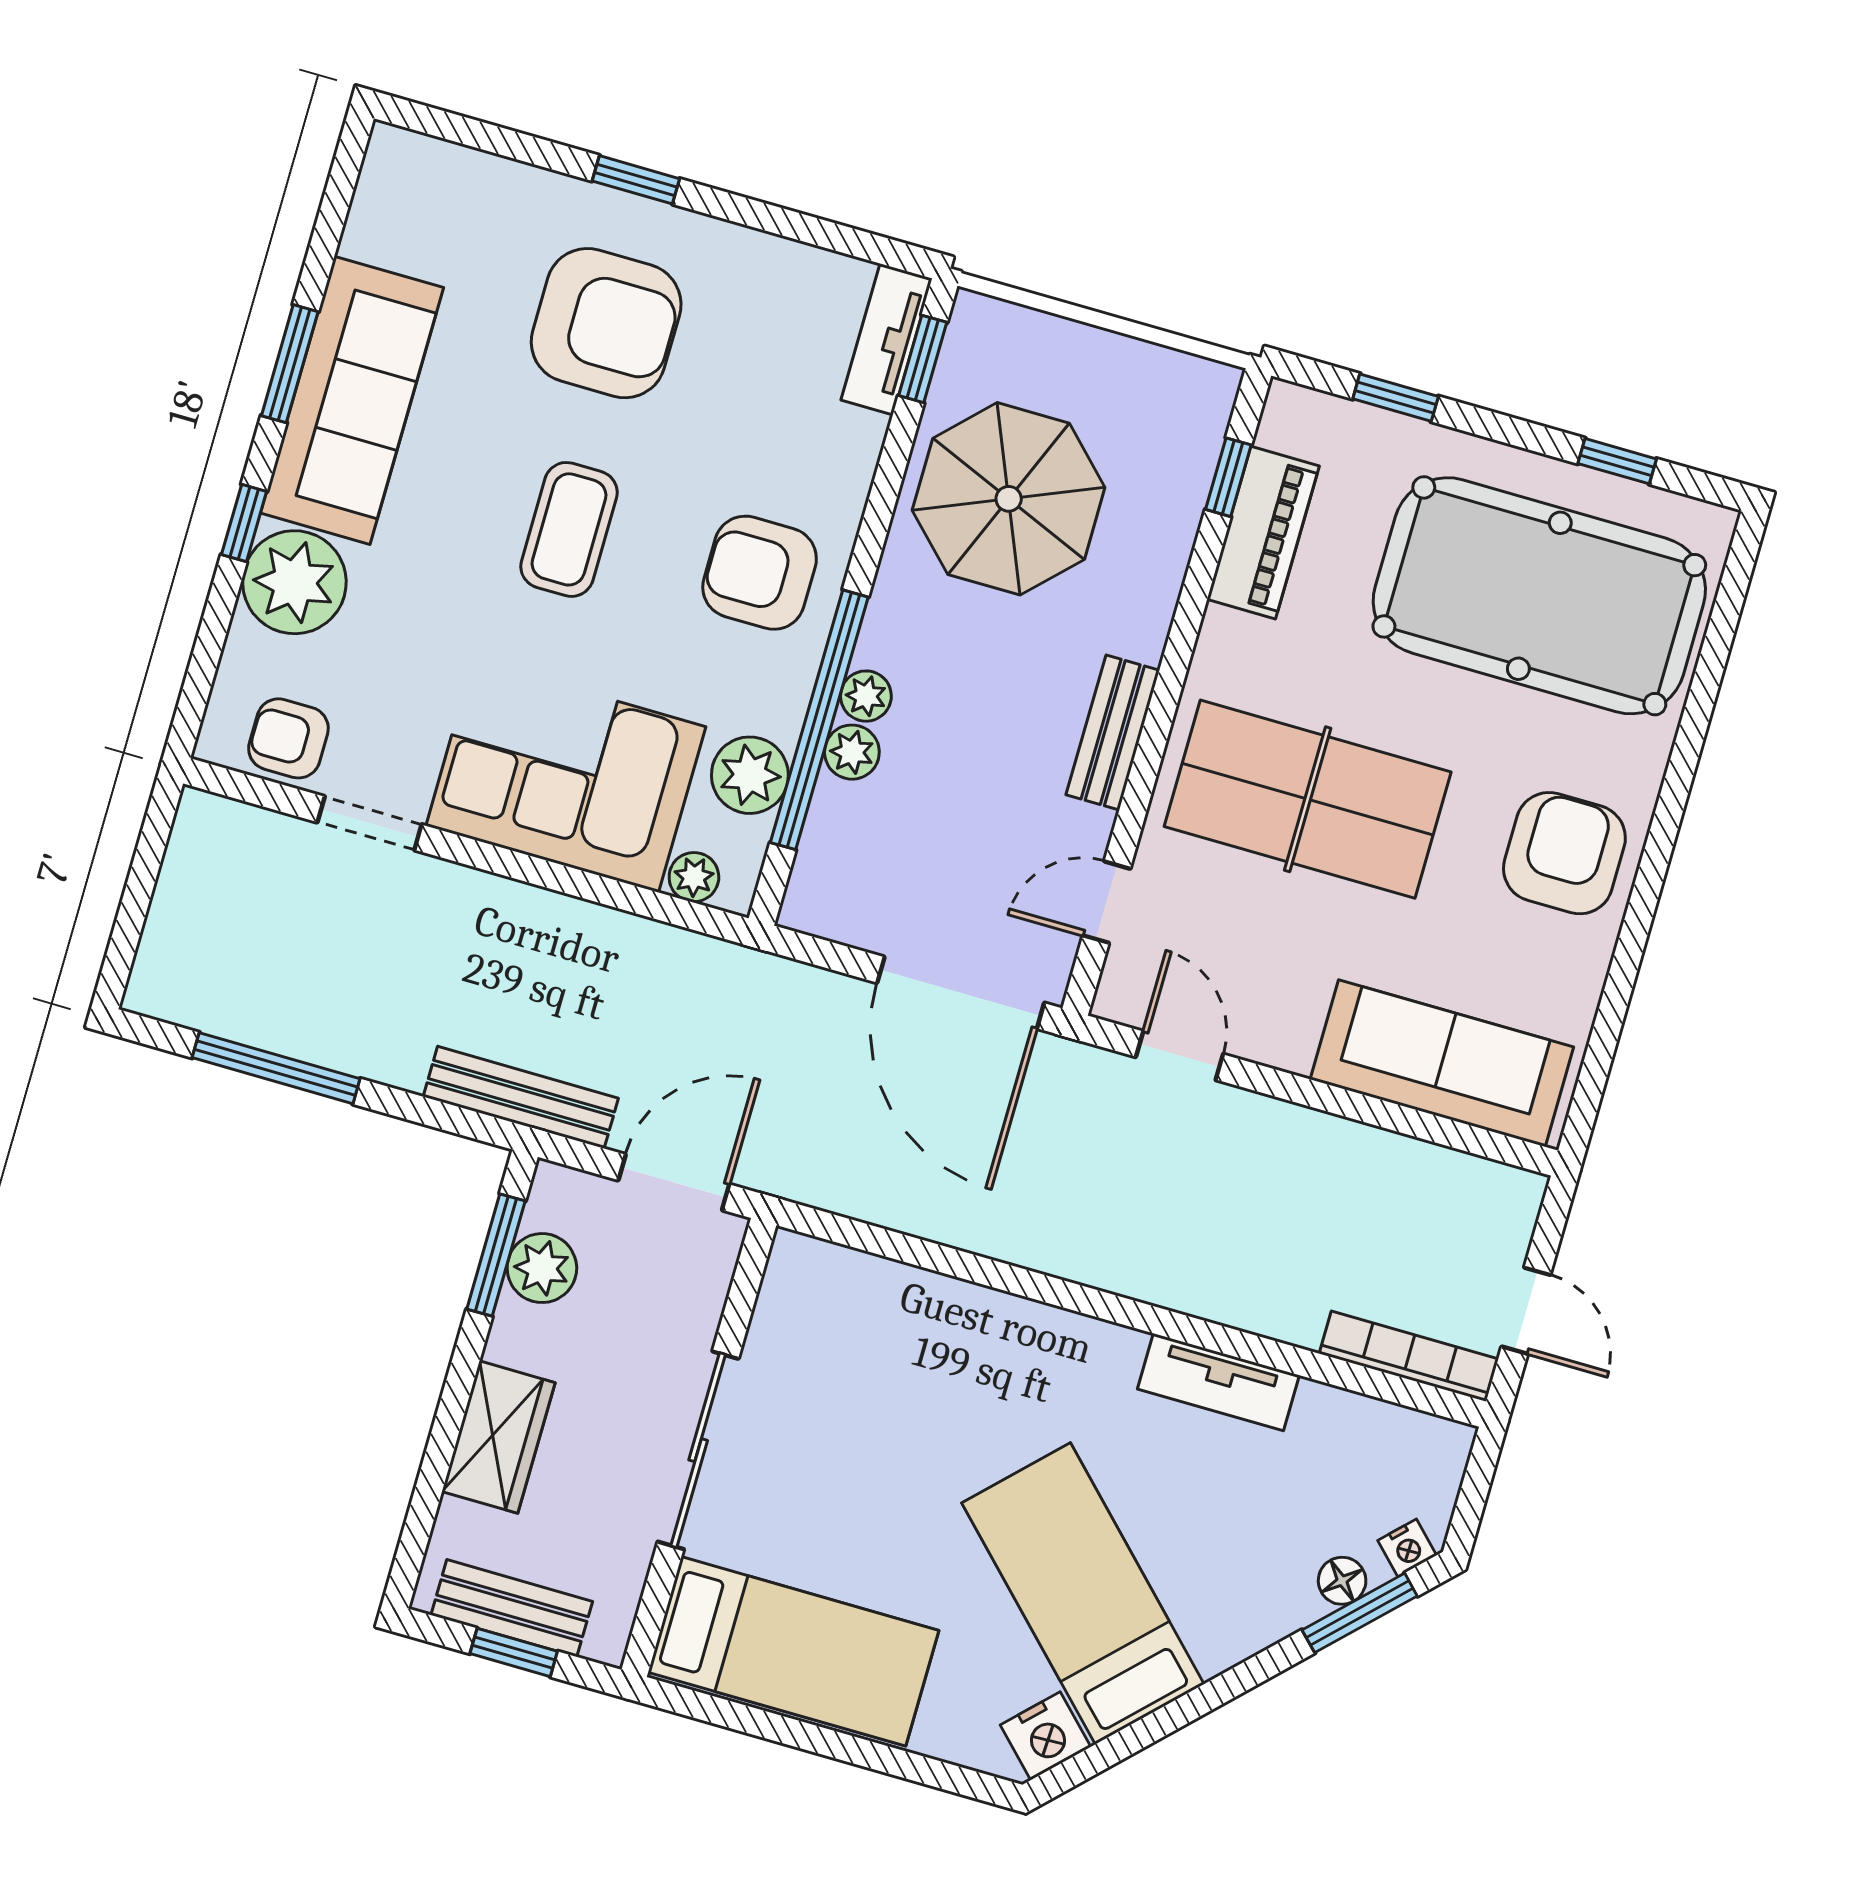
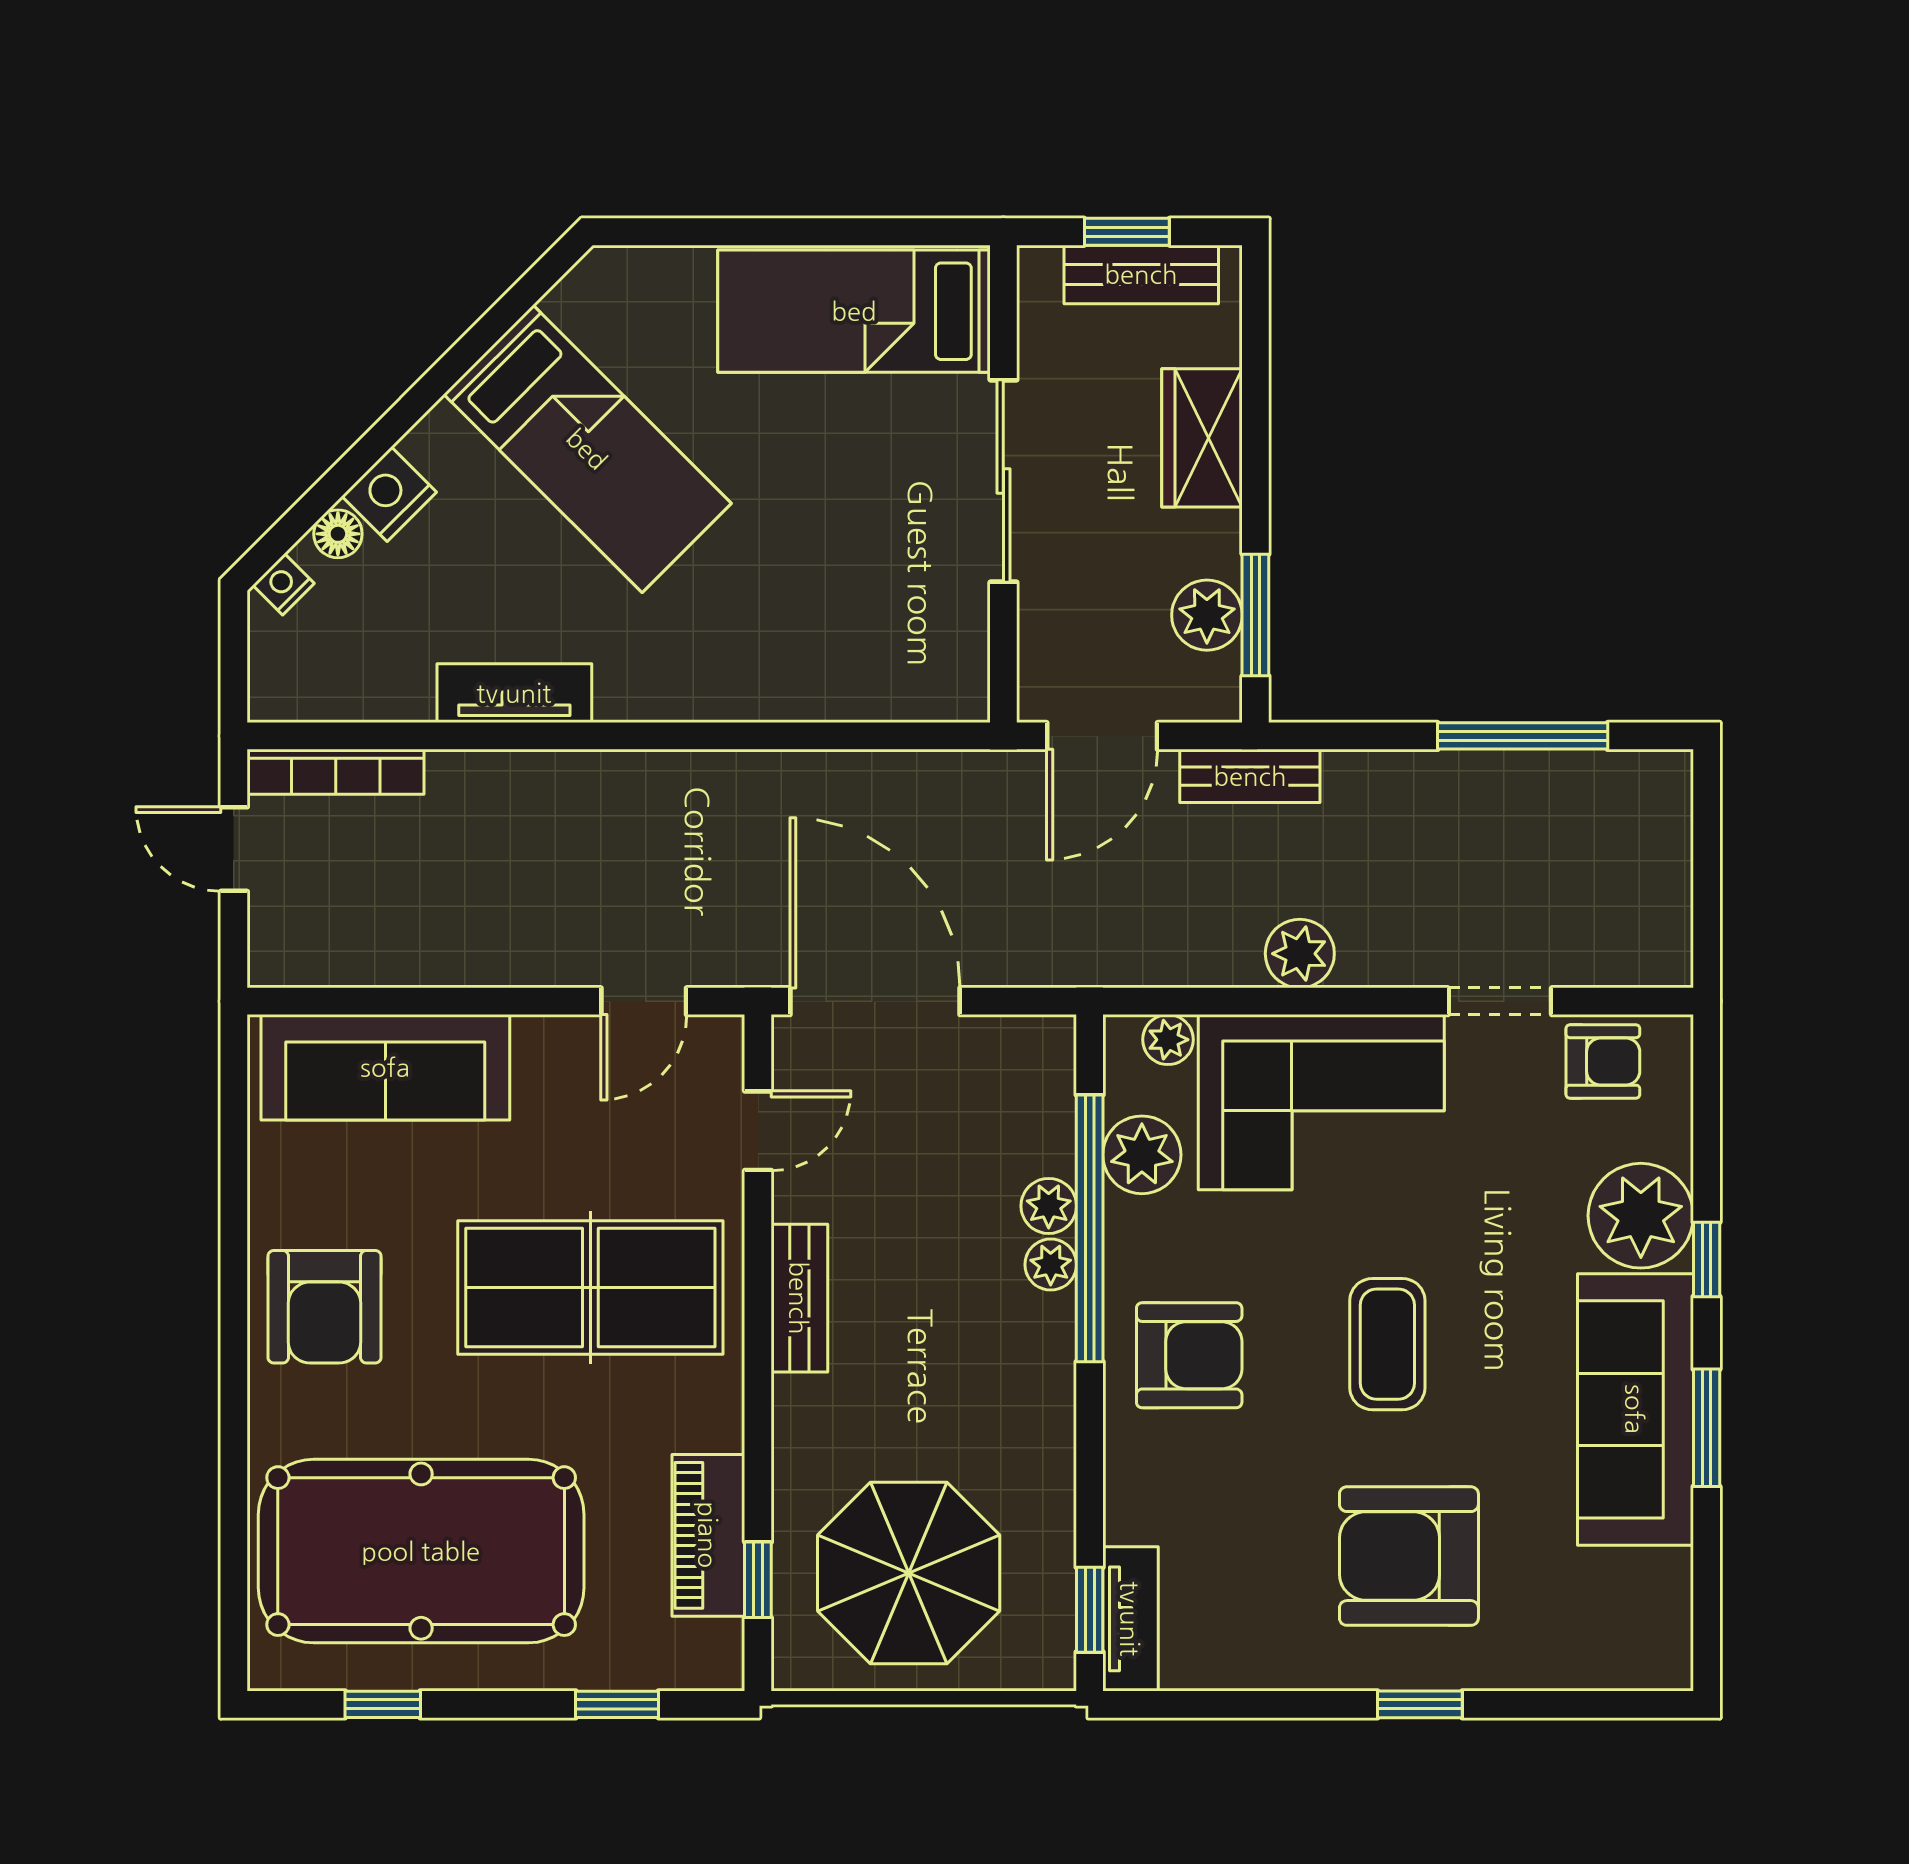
parasol: (1009, 499) -> (909, 1573), moved
plant: (546, 923) -> (1300, 954), added
door: (1179, 1056) -> (644, 1001), hinge flipped
bench: (521, 1097) -> (1250, 776), width x0.73
window: (1360, 1613) -> (312, 507), removed
nightstand: (1046, 1736) -> (389, 494), moved

